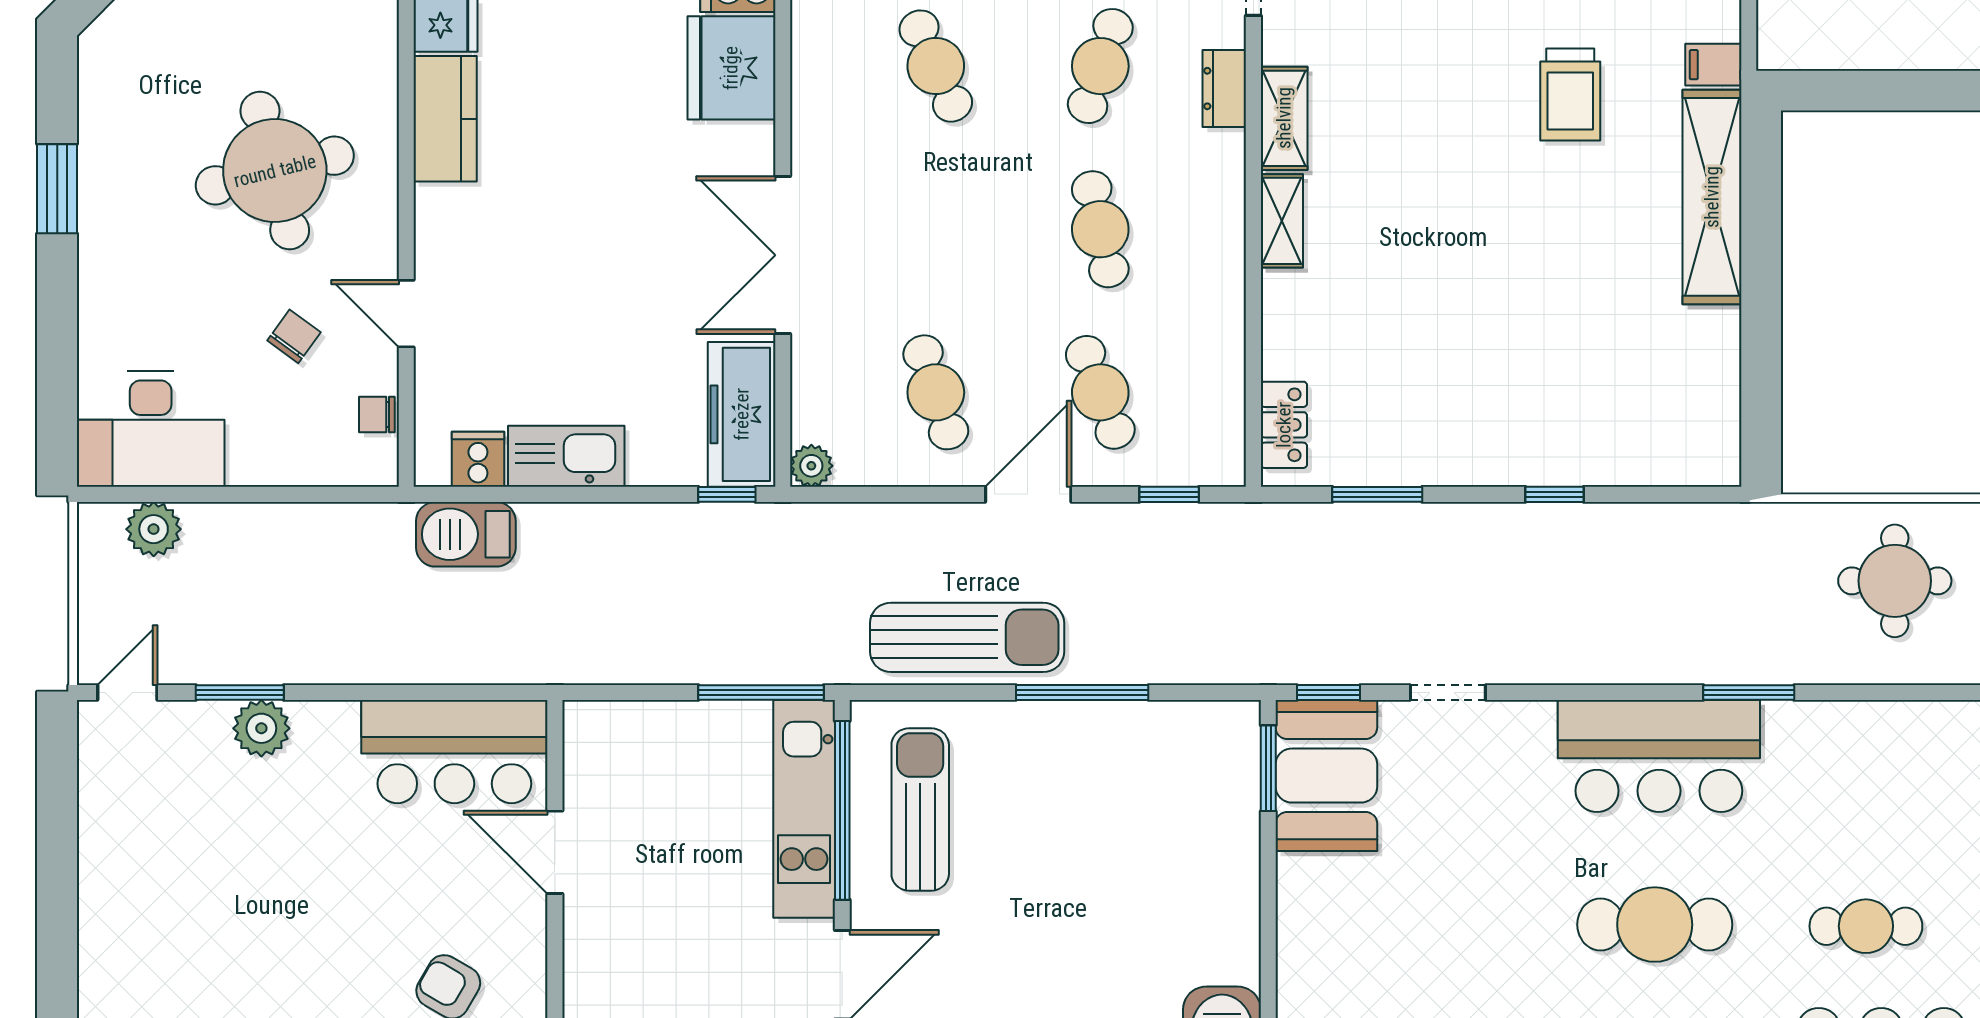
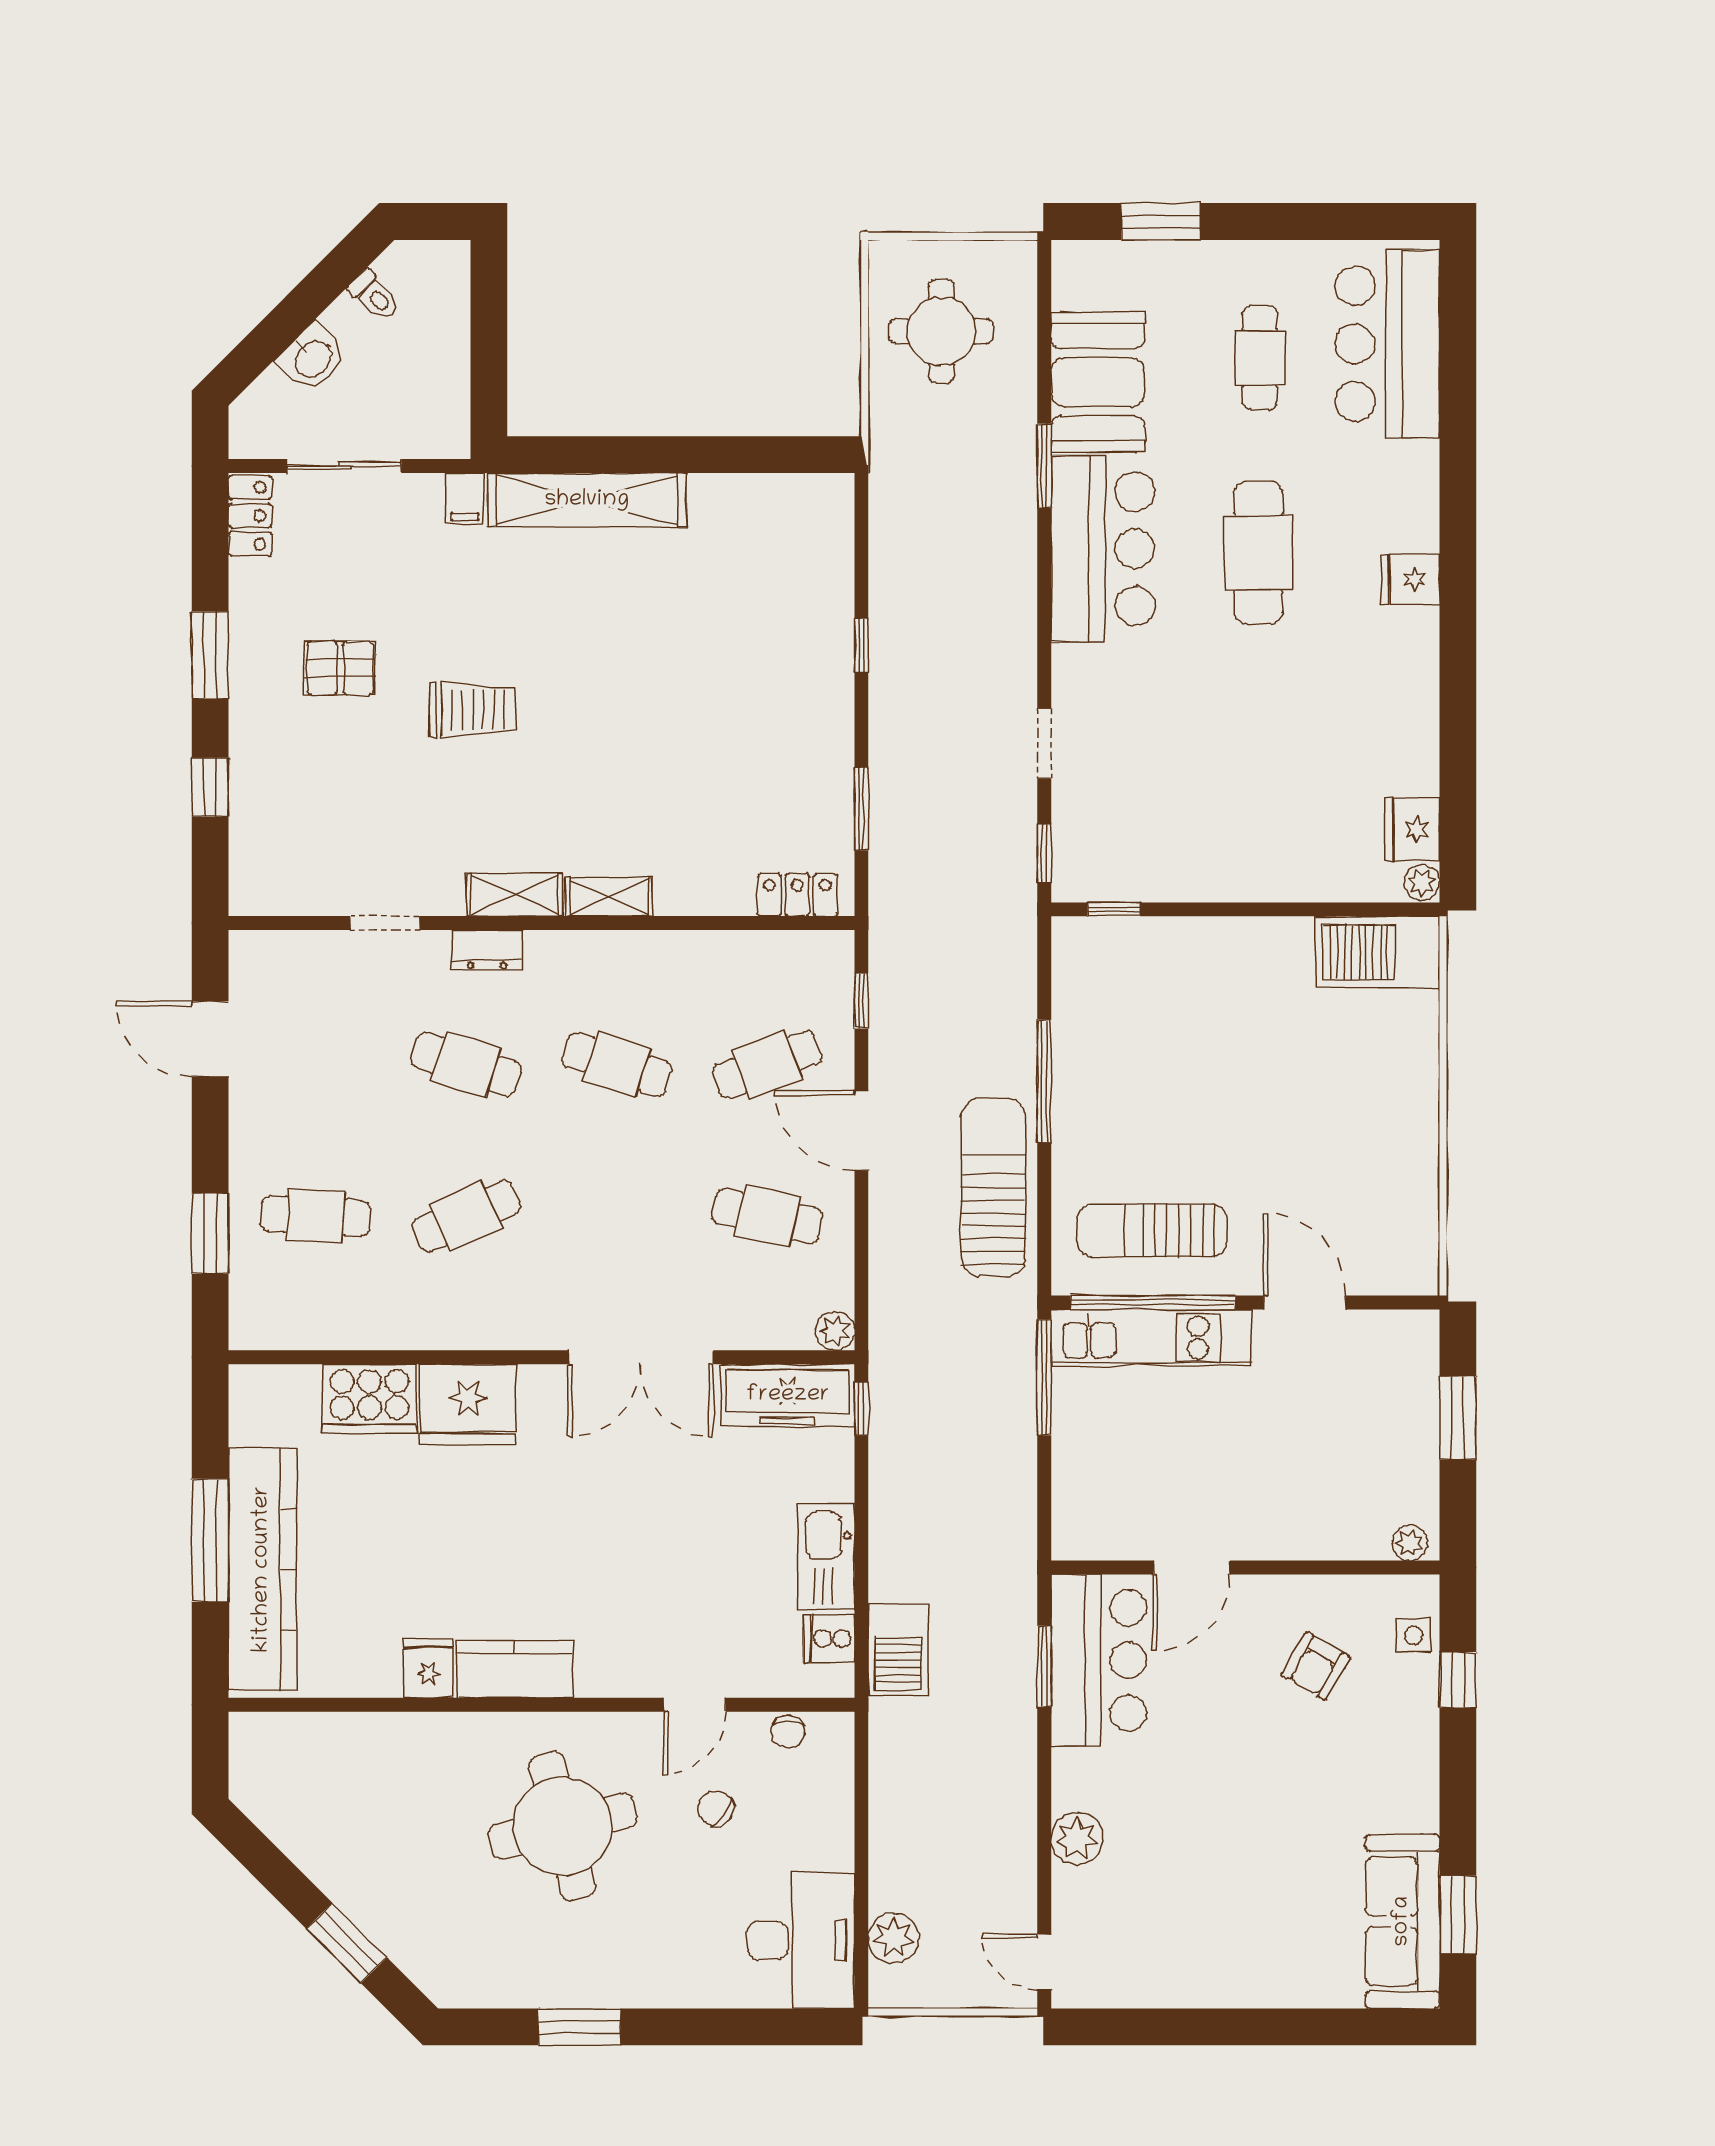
trolley: (1570, 95) -> (472, 710), moved
cafe table: (1100, 229) -> (617, 1064), turned 30
cafe table: (936, 392) -> (767, 1216), turned 30
window: (240, 693) -> (1044, 1666), moved
window: (1268, 768) -> (1114, 909), width x0.67
booth: (1326, 776) -> (1098, 382), moved, turned 90

